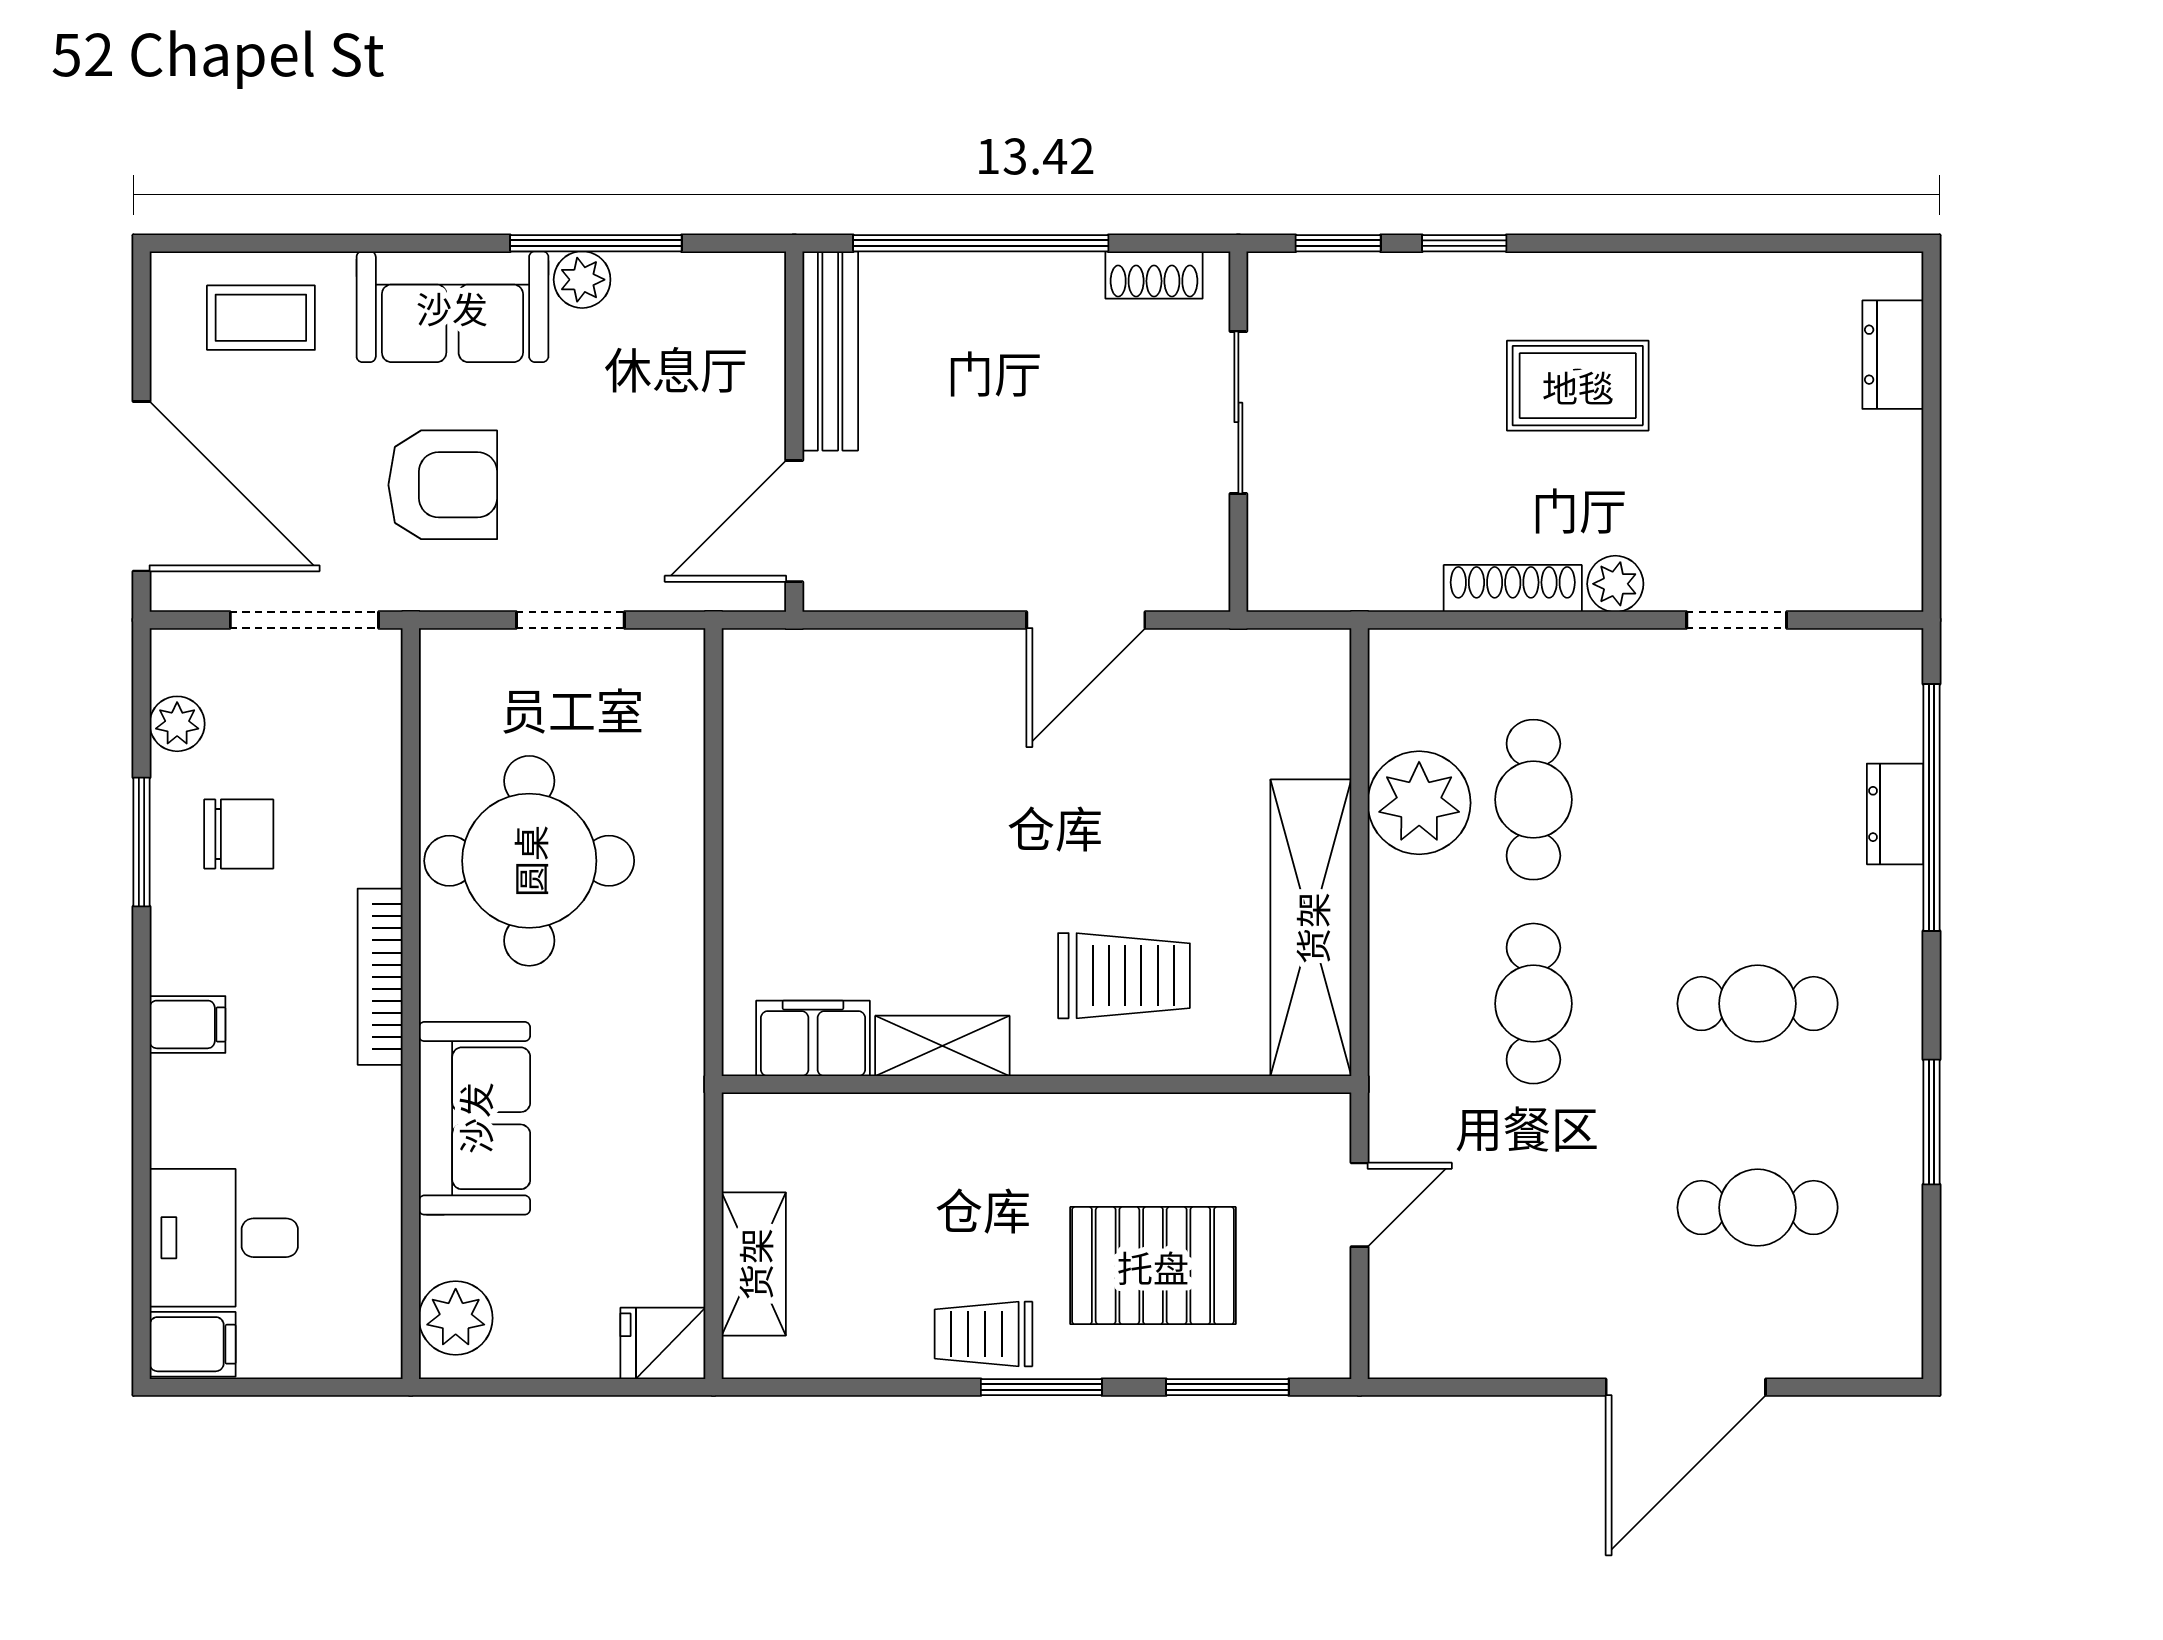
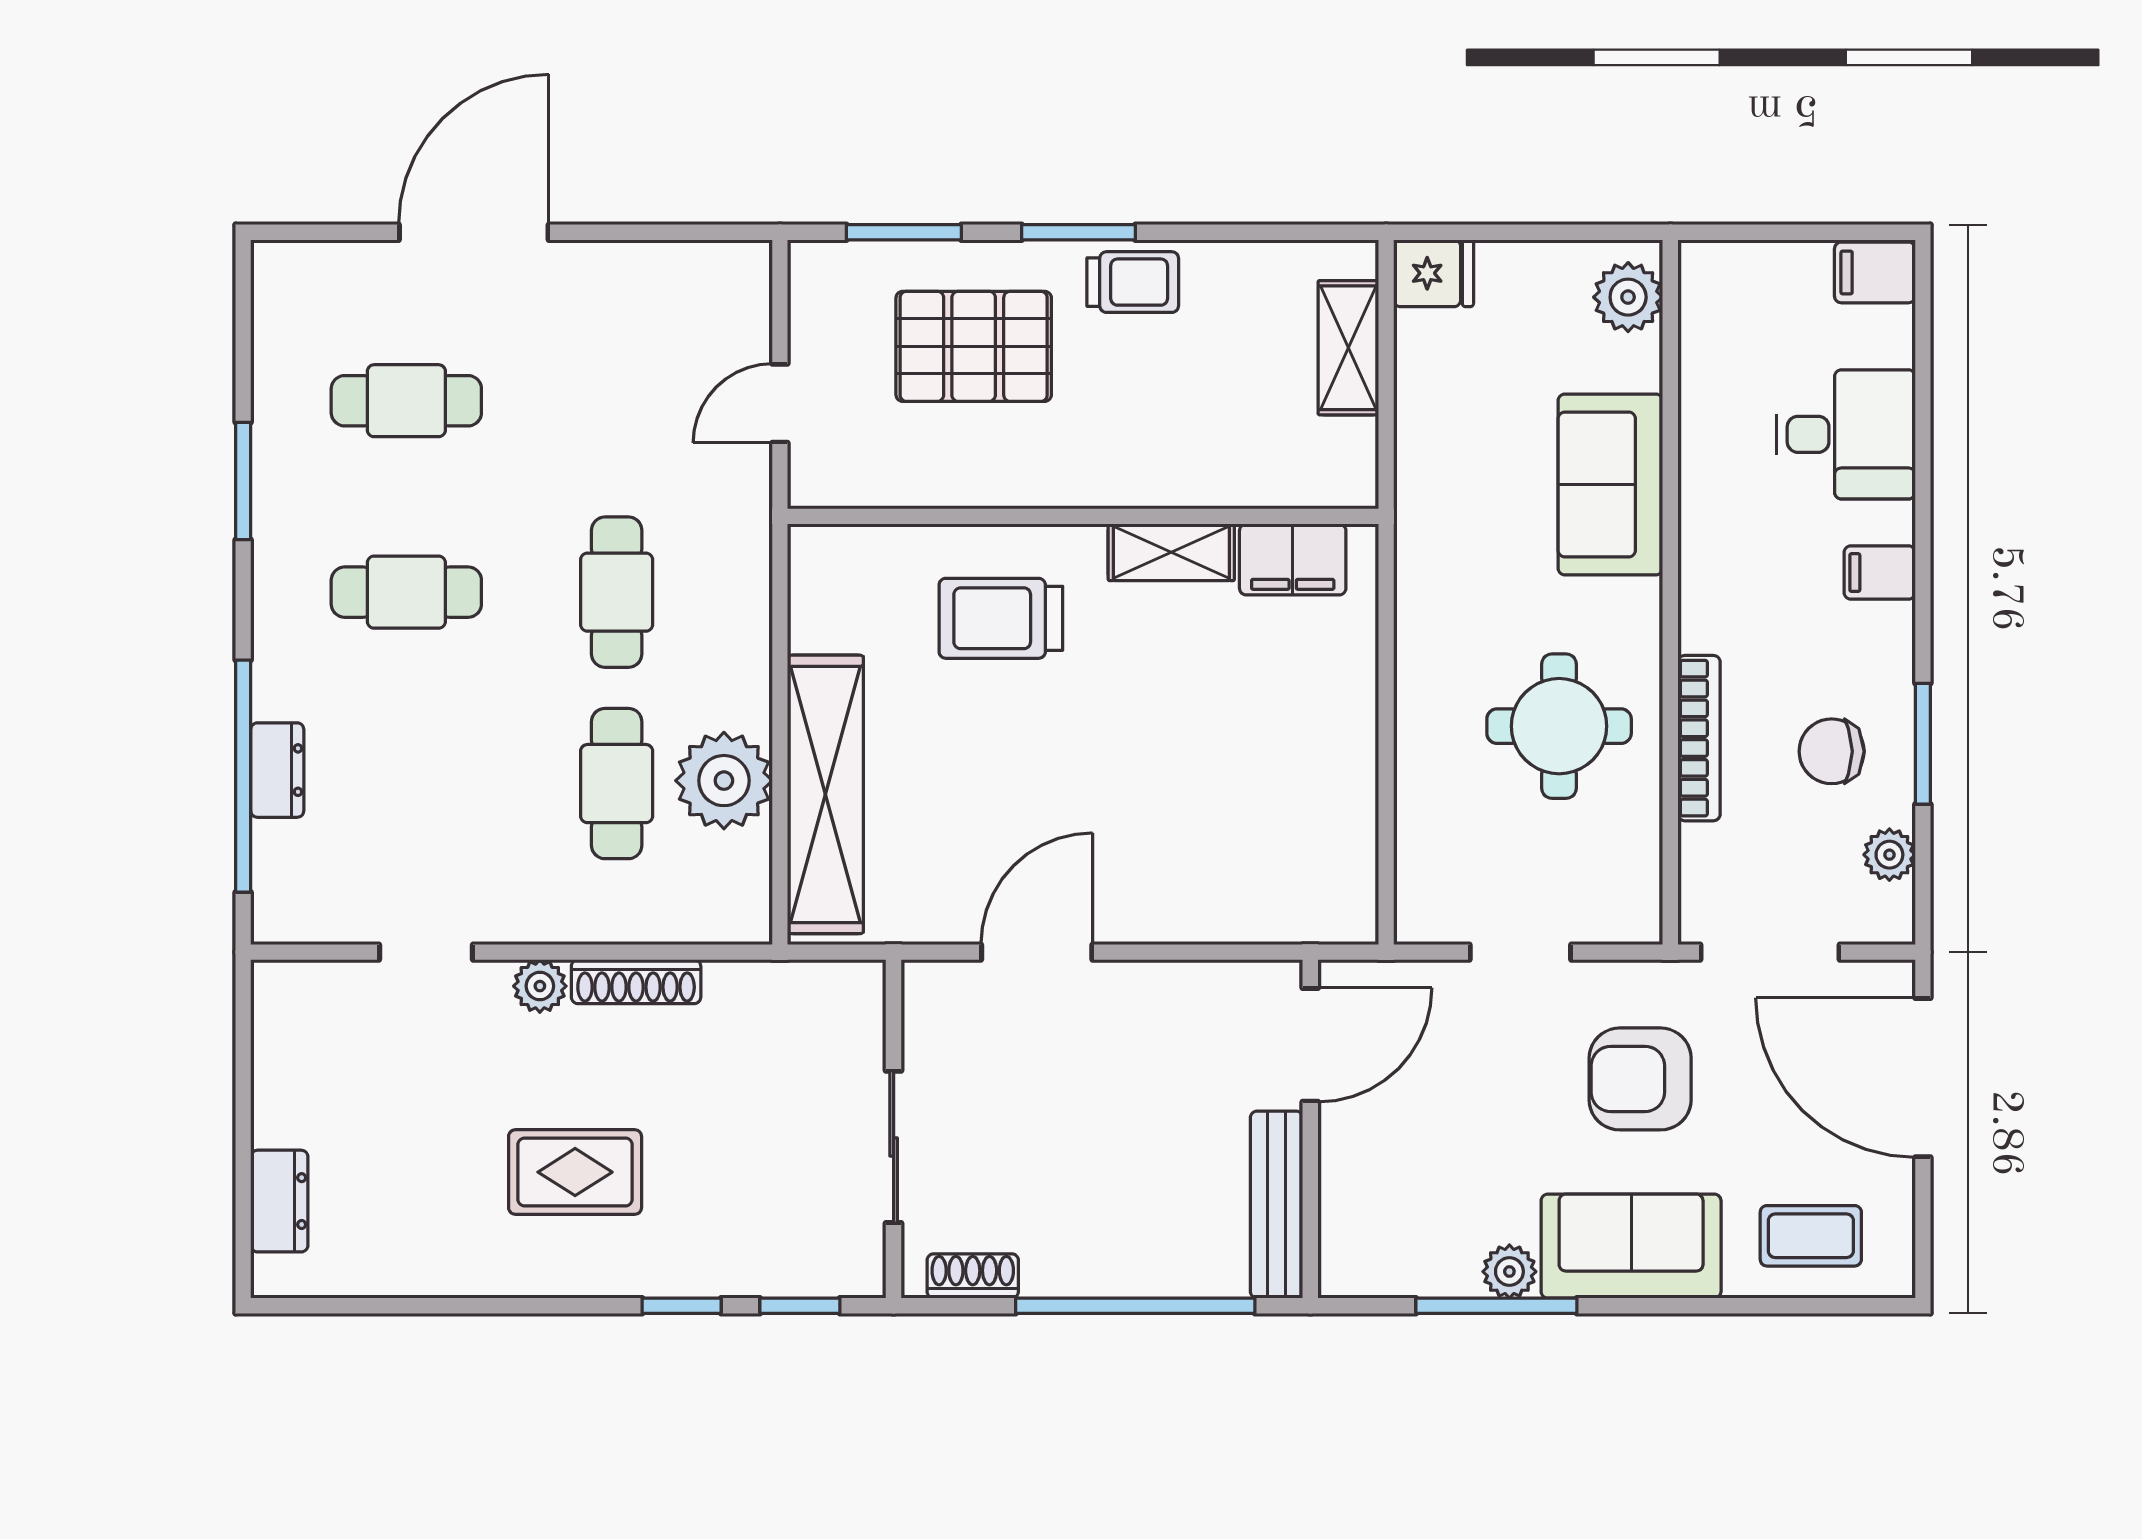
round table: (529, 861) -> (1559, 726), width x0.73, depth x0.73
shelving: (1311, 928) -> (825, 794), moved
bookcase: (380, 977) -> (1699, 738), moved
desk: (224, 1238) -> (1846, 434), moved

